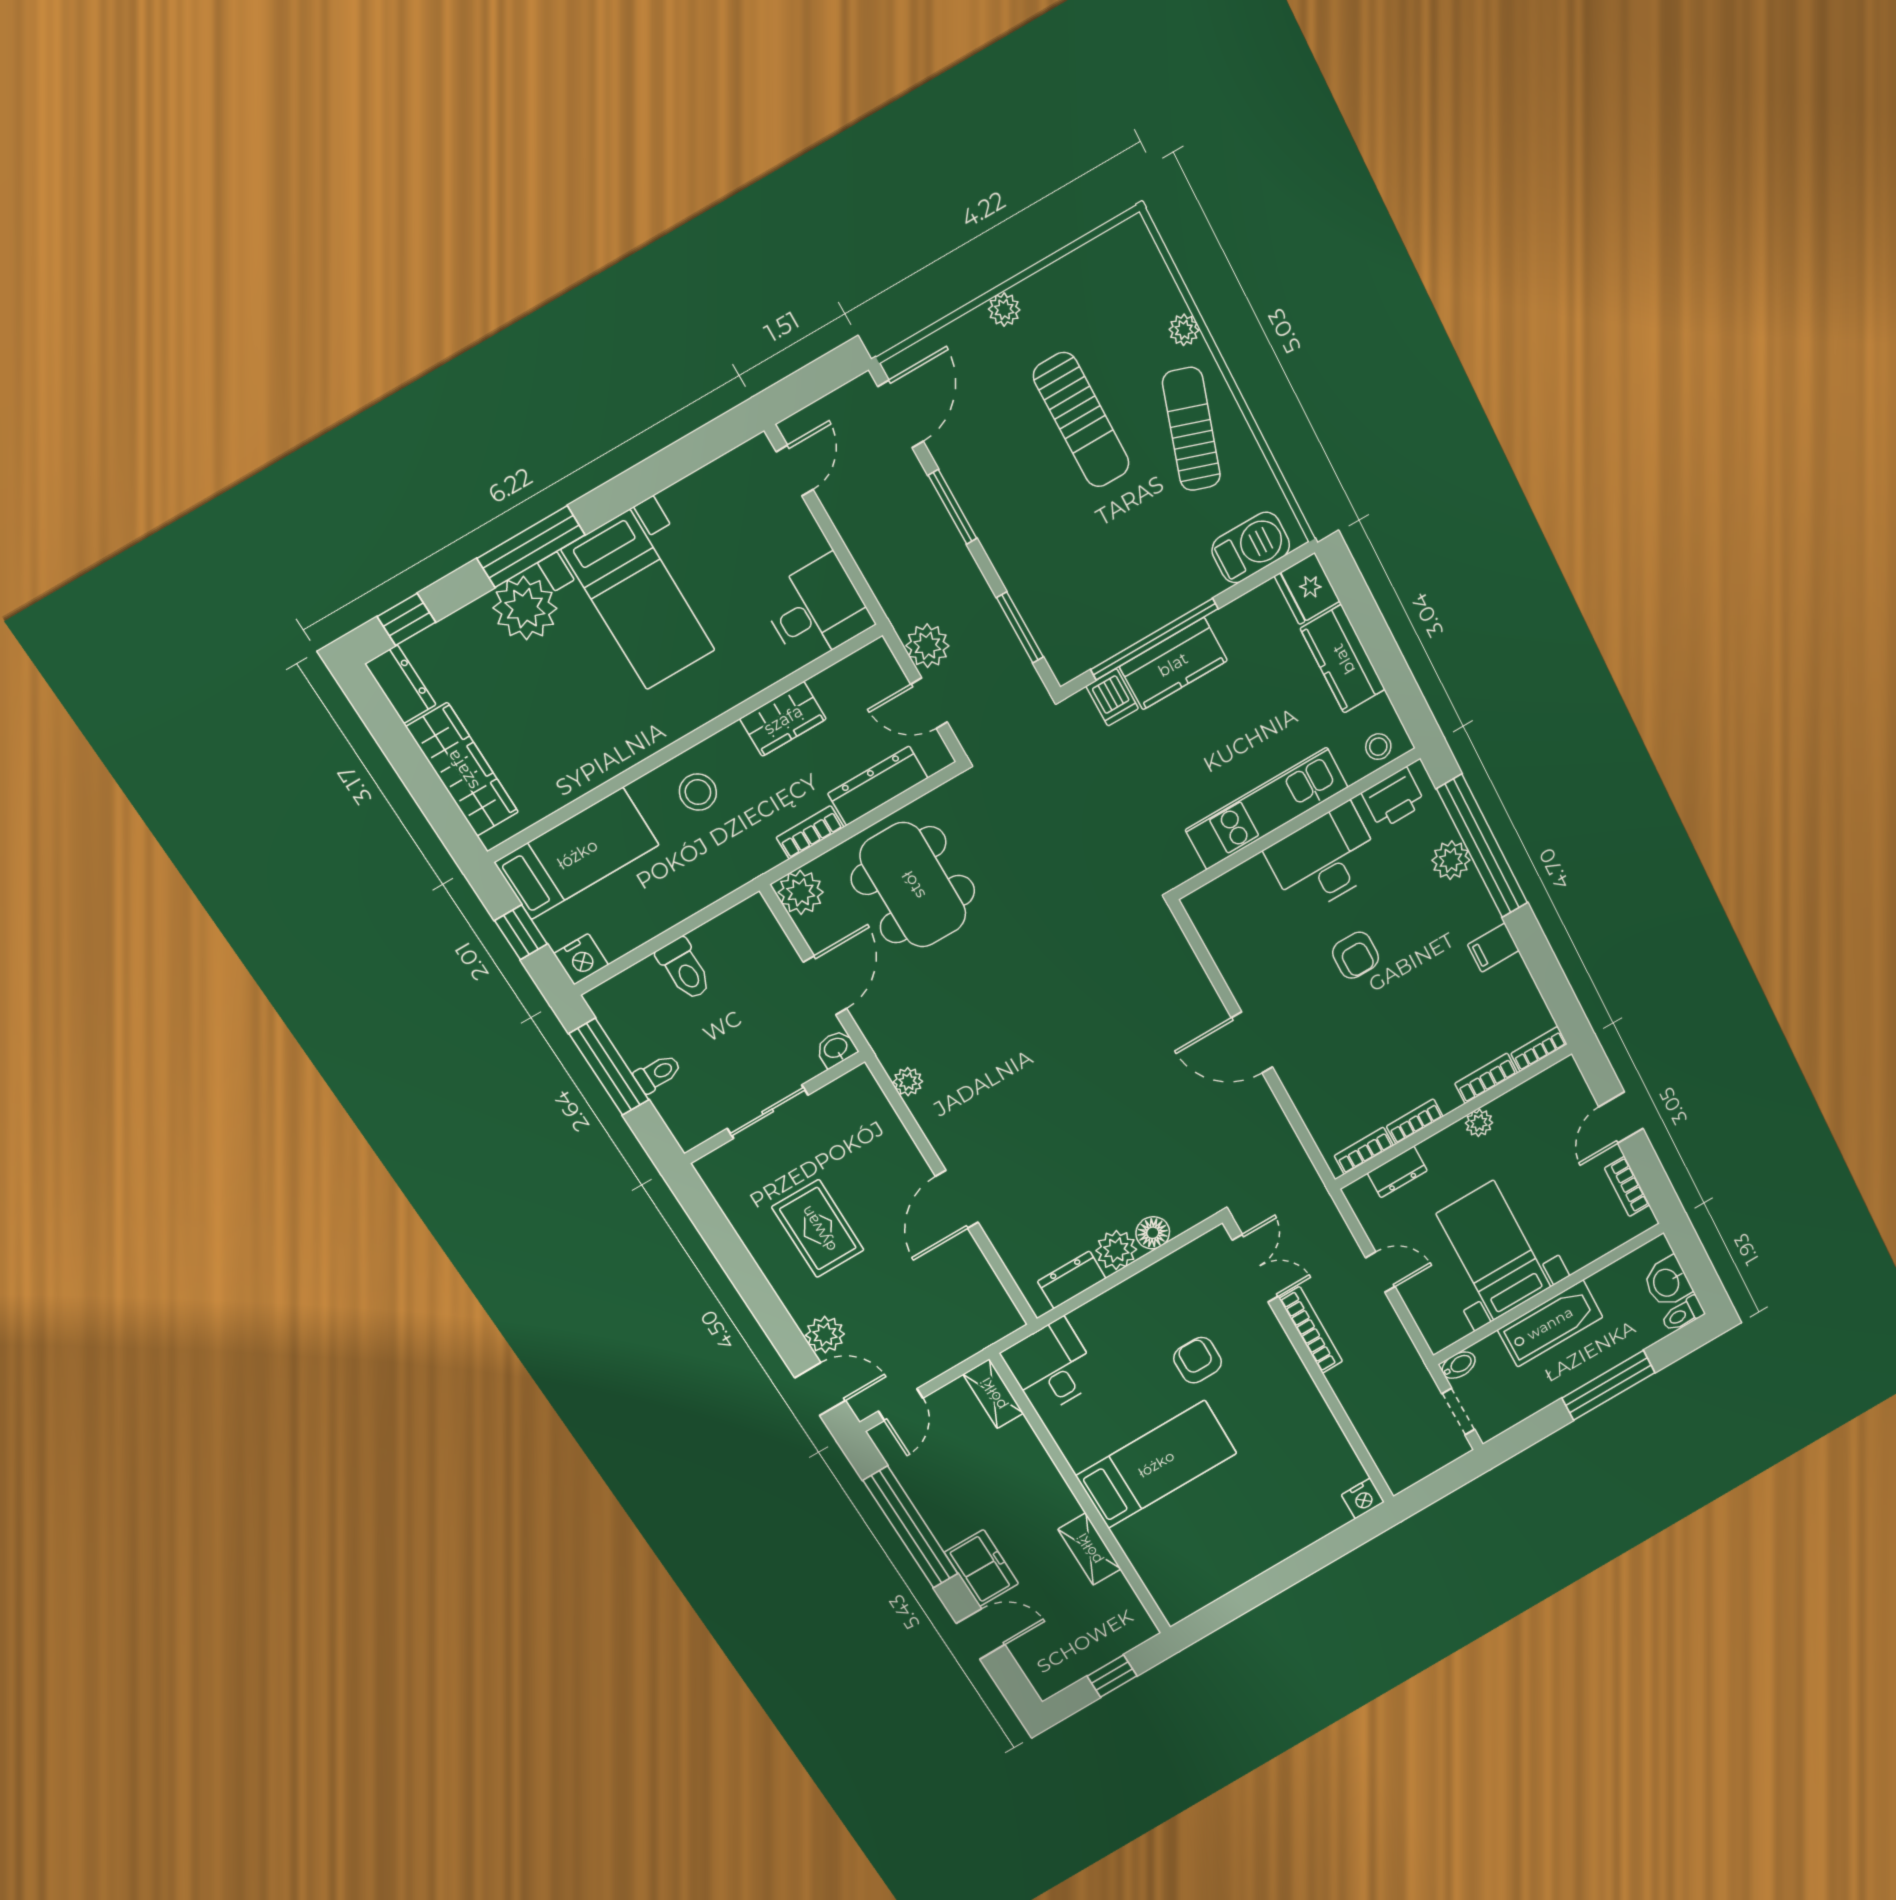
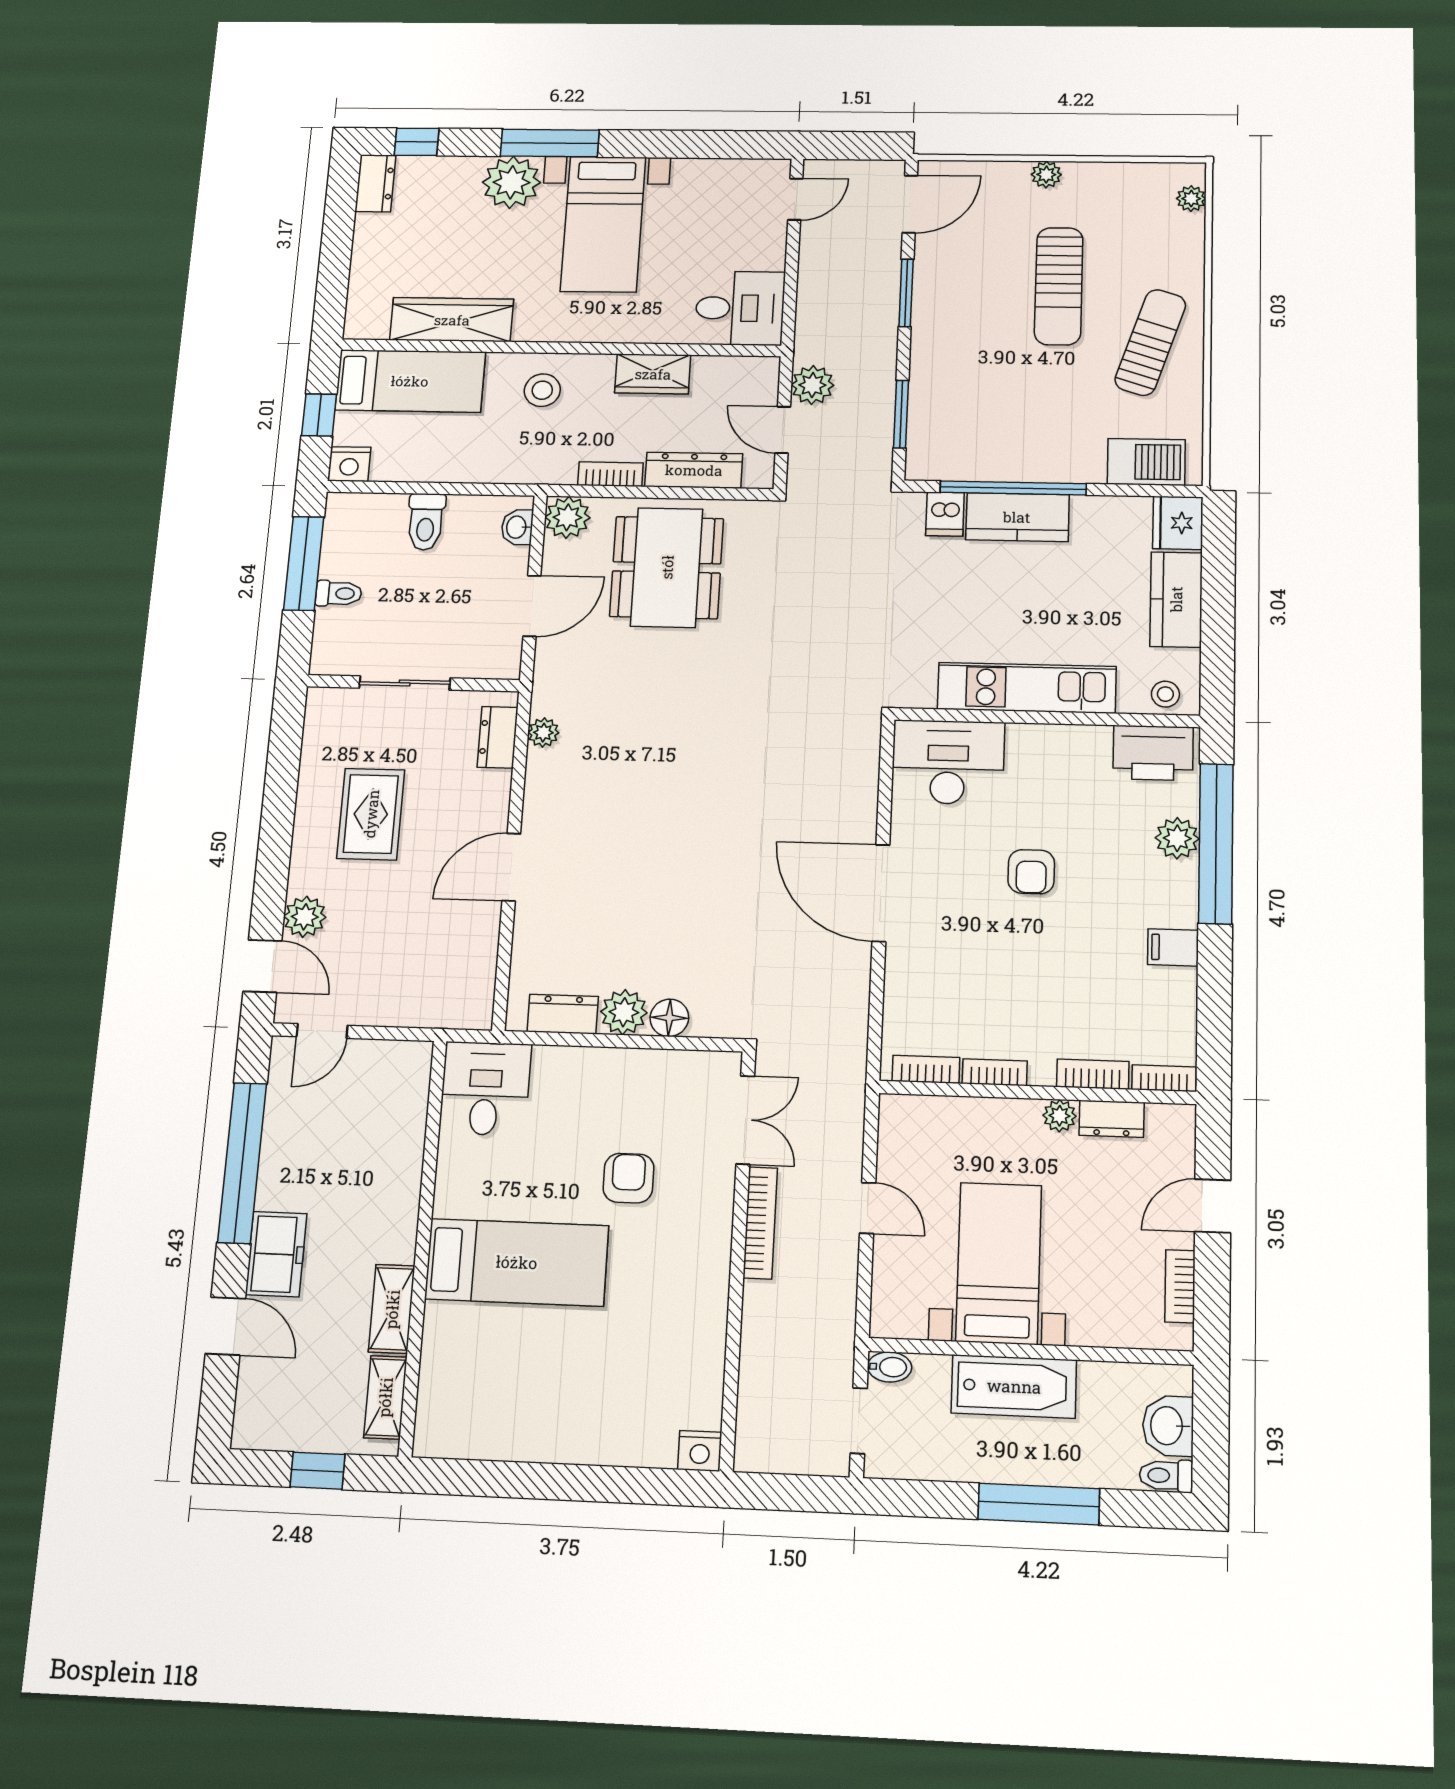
plant: (1184, 330) -> (1191, 199), moved
wardrobe: (462, 770) -> (452, 320), moved, turned -90
printer: (1393, 798) -> (1153, 753), width x1.37, depth x1.19
desk: (1324, 859) -> (948, 762), moved
door: (1252, 1043) -> (881, 893), width x1.36
washbasin: (836, 1049) -> (517, 527), moved, turned -90
dresser: (874, 1108) -> (498, 737), added
dresser: (1397, 1172) -> (1112, 1119), moved
shelving: (993, 1394) -> (385, 1397), moved

